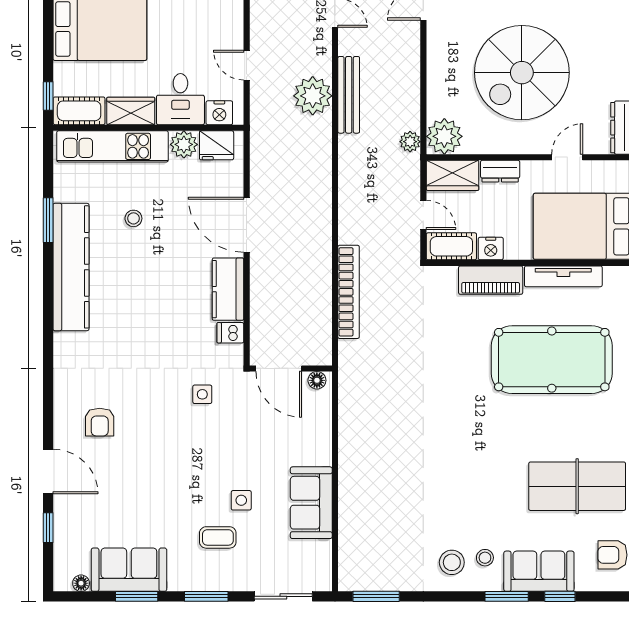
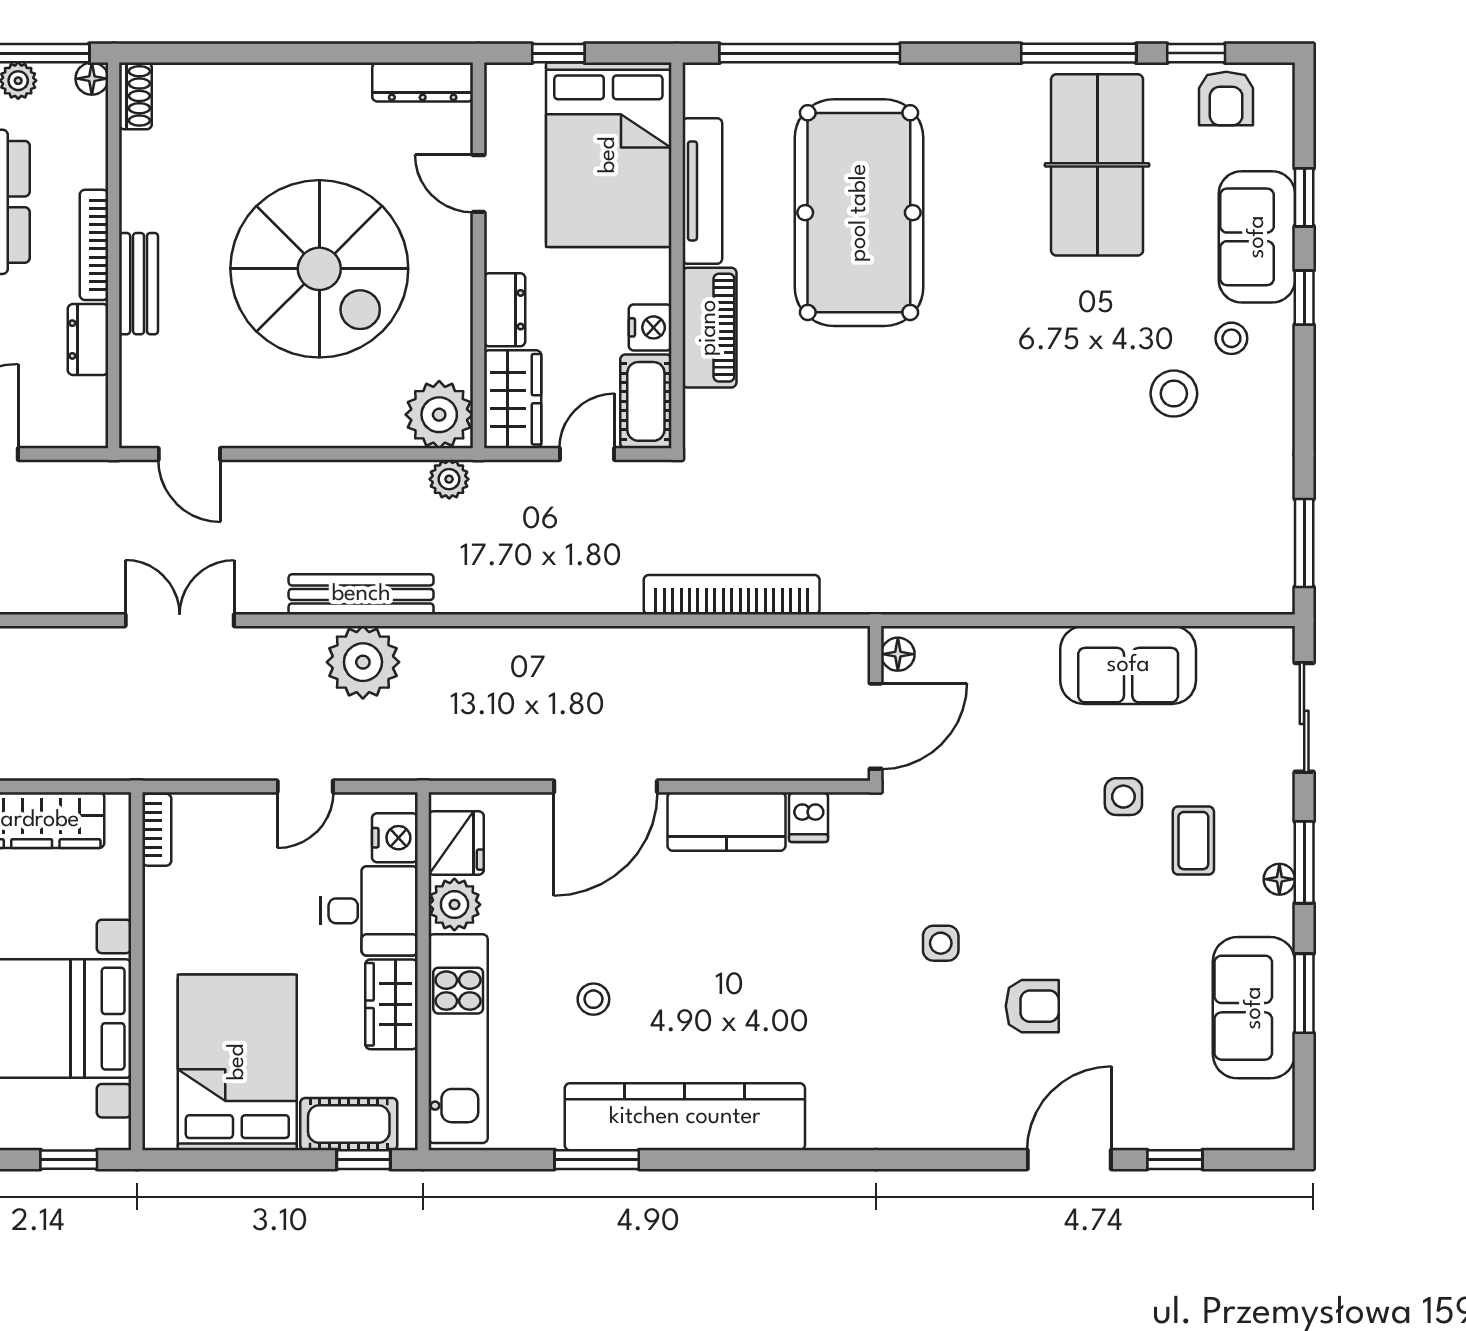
cot: (79, 111) -> (349, 1124), moved, turned 90
side table: (202, 394) -> (941, 943), moved
armchair: (100, 422) -> (1032, 1006), moved
stool: (452, 562) -> (1174, 394), moved
floor lamp: (81, 583) -> (1279, 879), moved
window: (507, 596) -> (1304, 298), width x0.67

